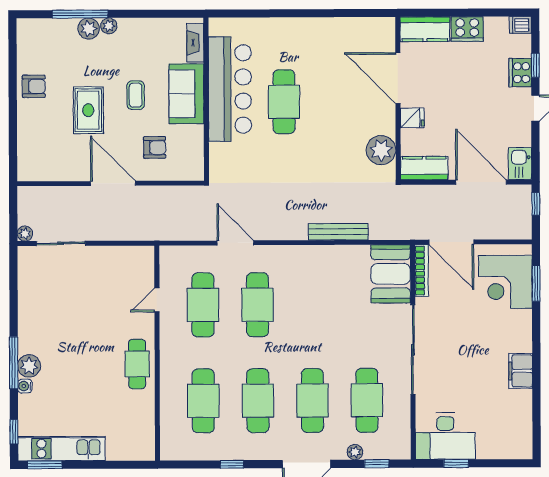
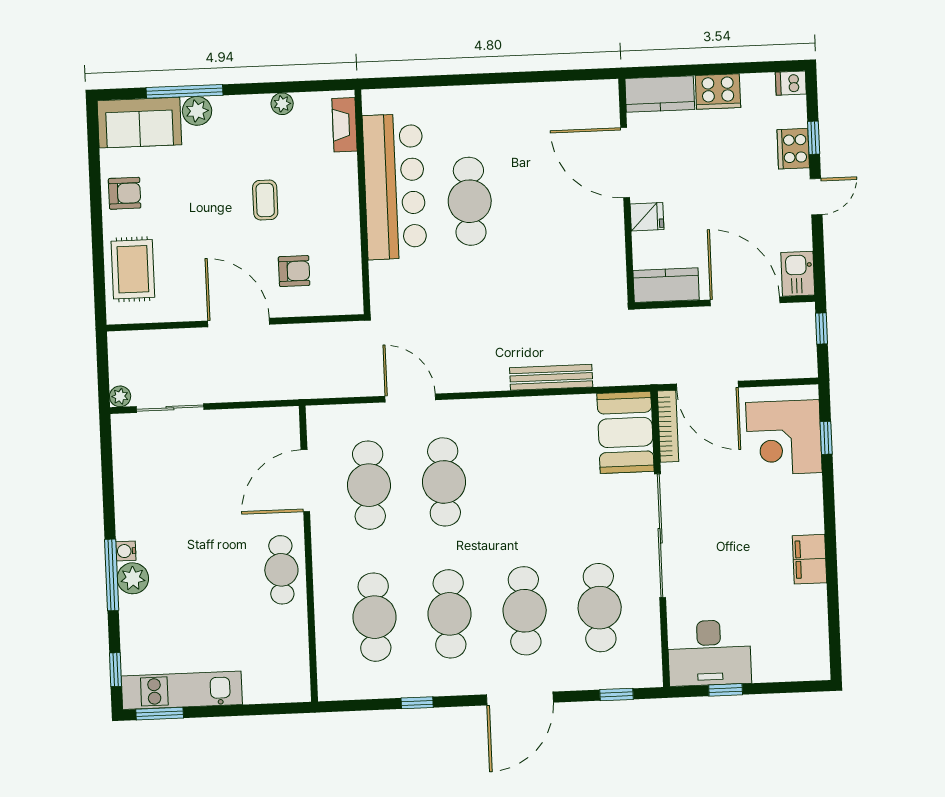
plant: (109, 26) -> (282, 104), moved
sofa: (186, 94) -> (139, 123), moved, turned -90
rug: (88, 110) -> (133, 269), moved
plant: (381, 150) -> (606, 263), removed
window: (536, 283) -> (826, 438), width x0.67
door: (157, 300) -> (305, 481), width x1.87
water cooler: (25, 386) -> (126, 551), moved
plant: (355, 452) -> (586, 680), removed

